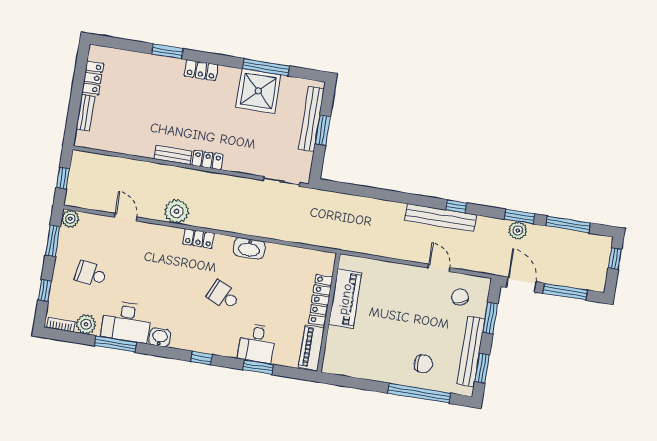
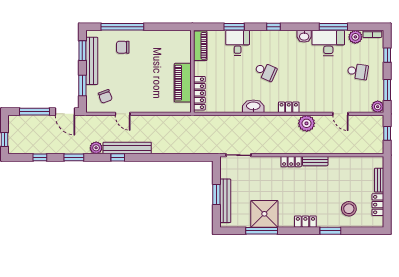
stool: (136, 79) -> (349, 209), added
window: (568, 224) -> (40, 157), width x0.46
plant: (518, 230) -> (96, 148), moved
locker: (321, 300) -> (199, 93), moved

